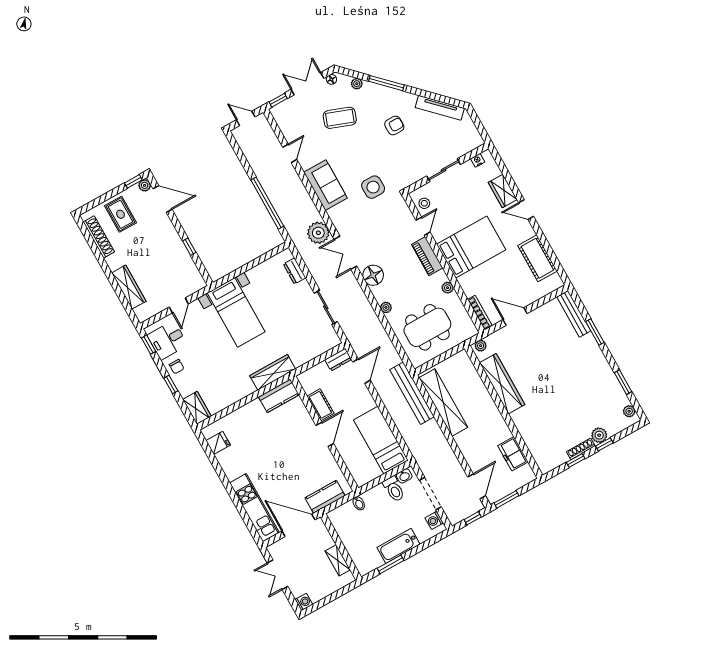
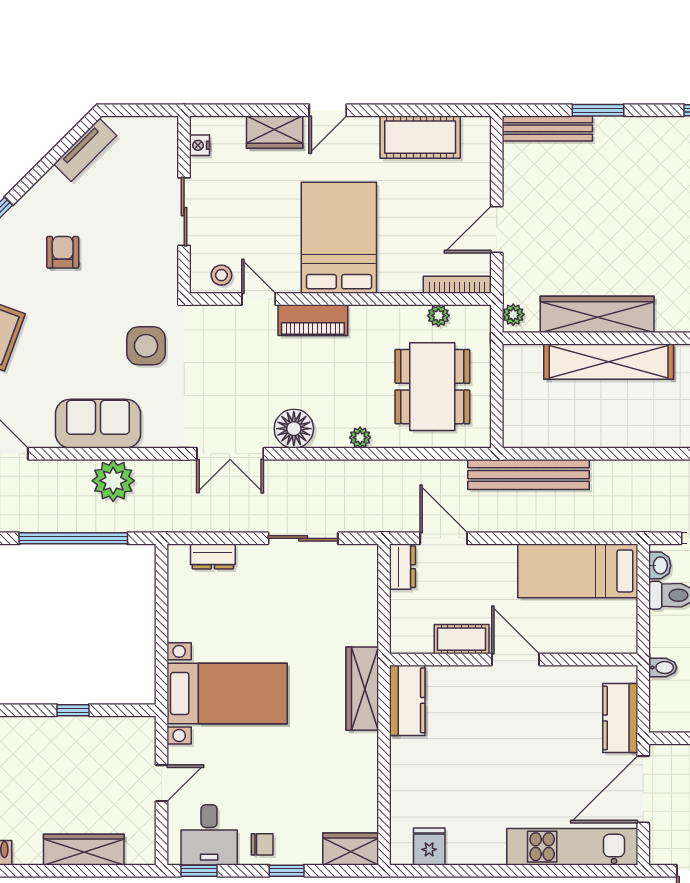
tv unit: (440, 108) -> (85, 150), width x0.71
plant: (318, 233) -> (113, 481), moved
plant: (448, 288) -> (438, 316), moved
door: (179, 305) -> (162, 783), hinge flipped
shelving: (443, 402) -> (609, 362), moved

